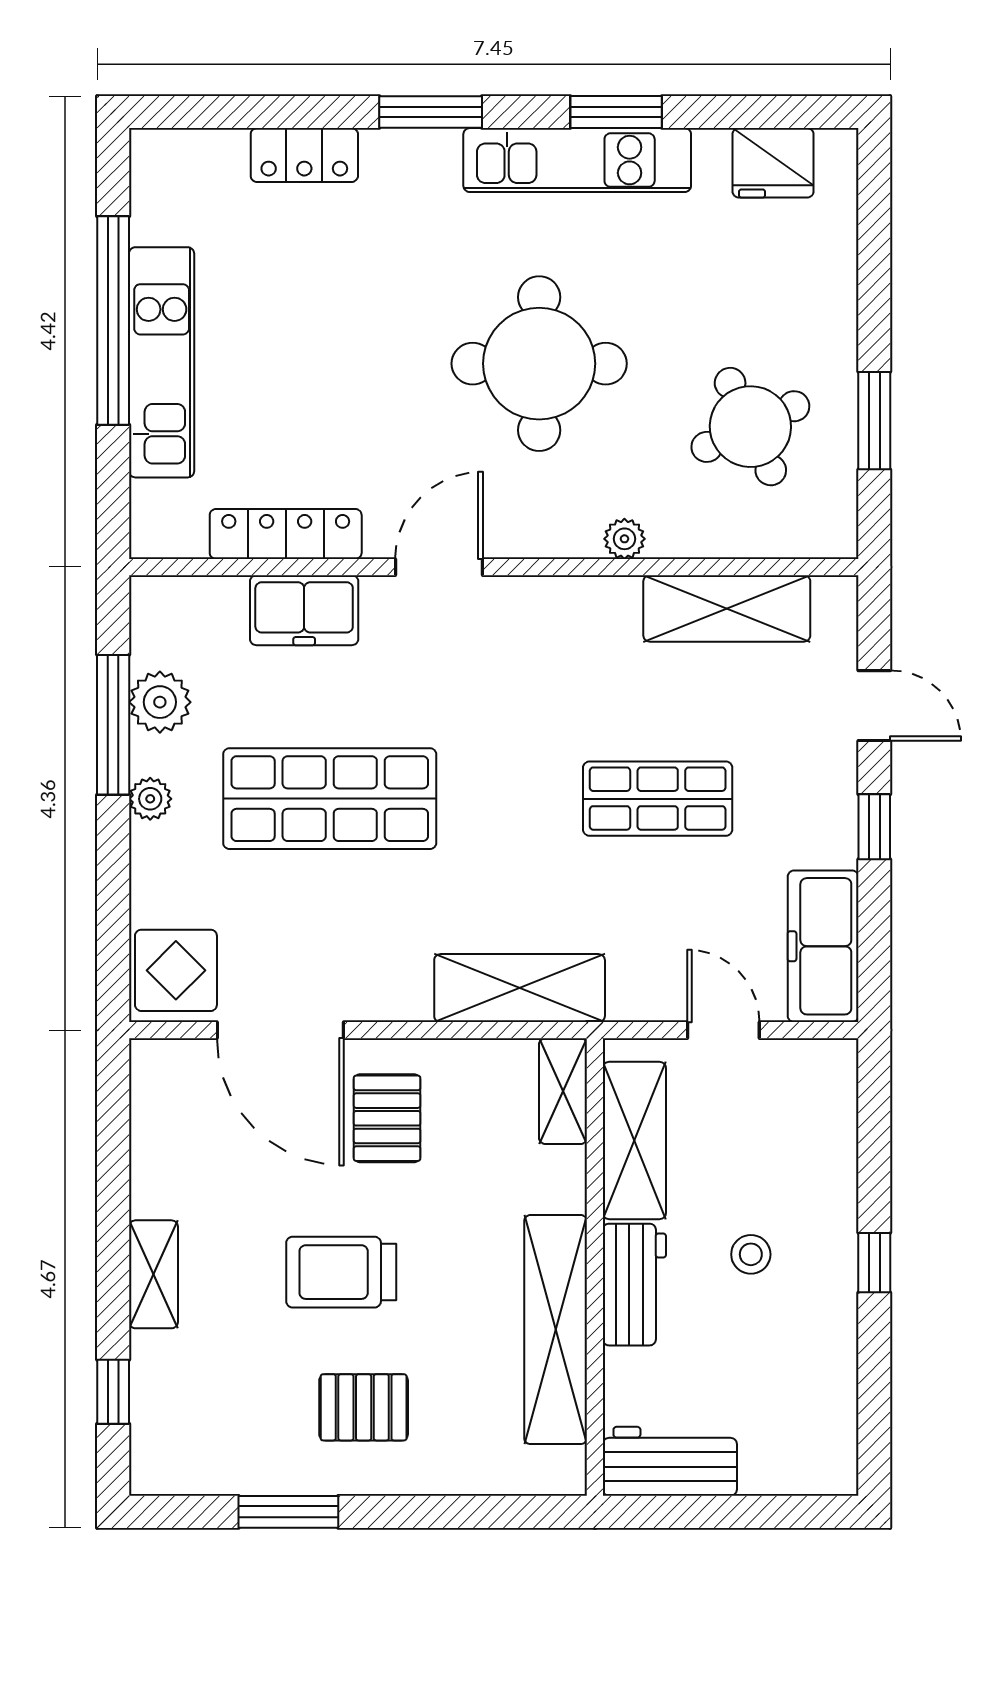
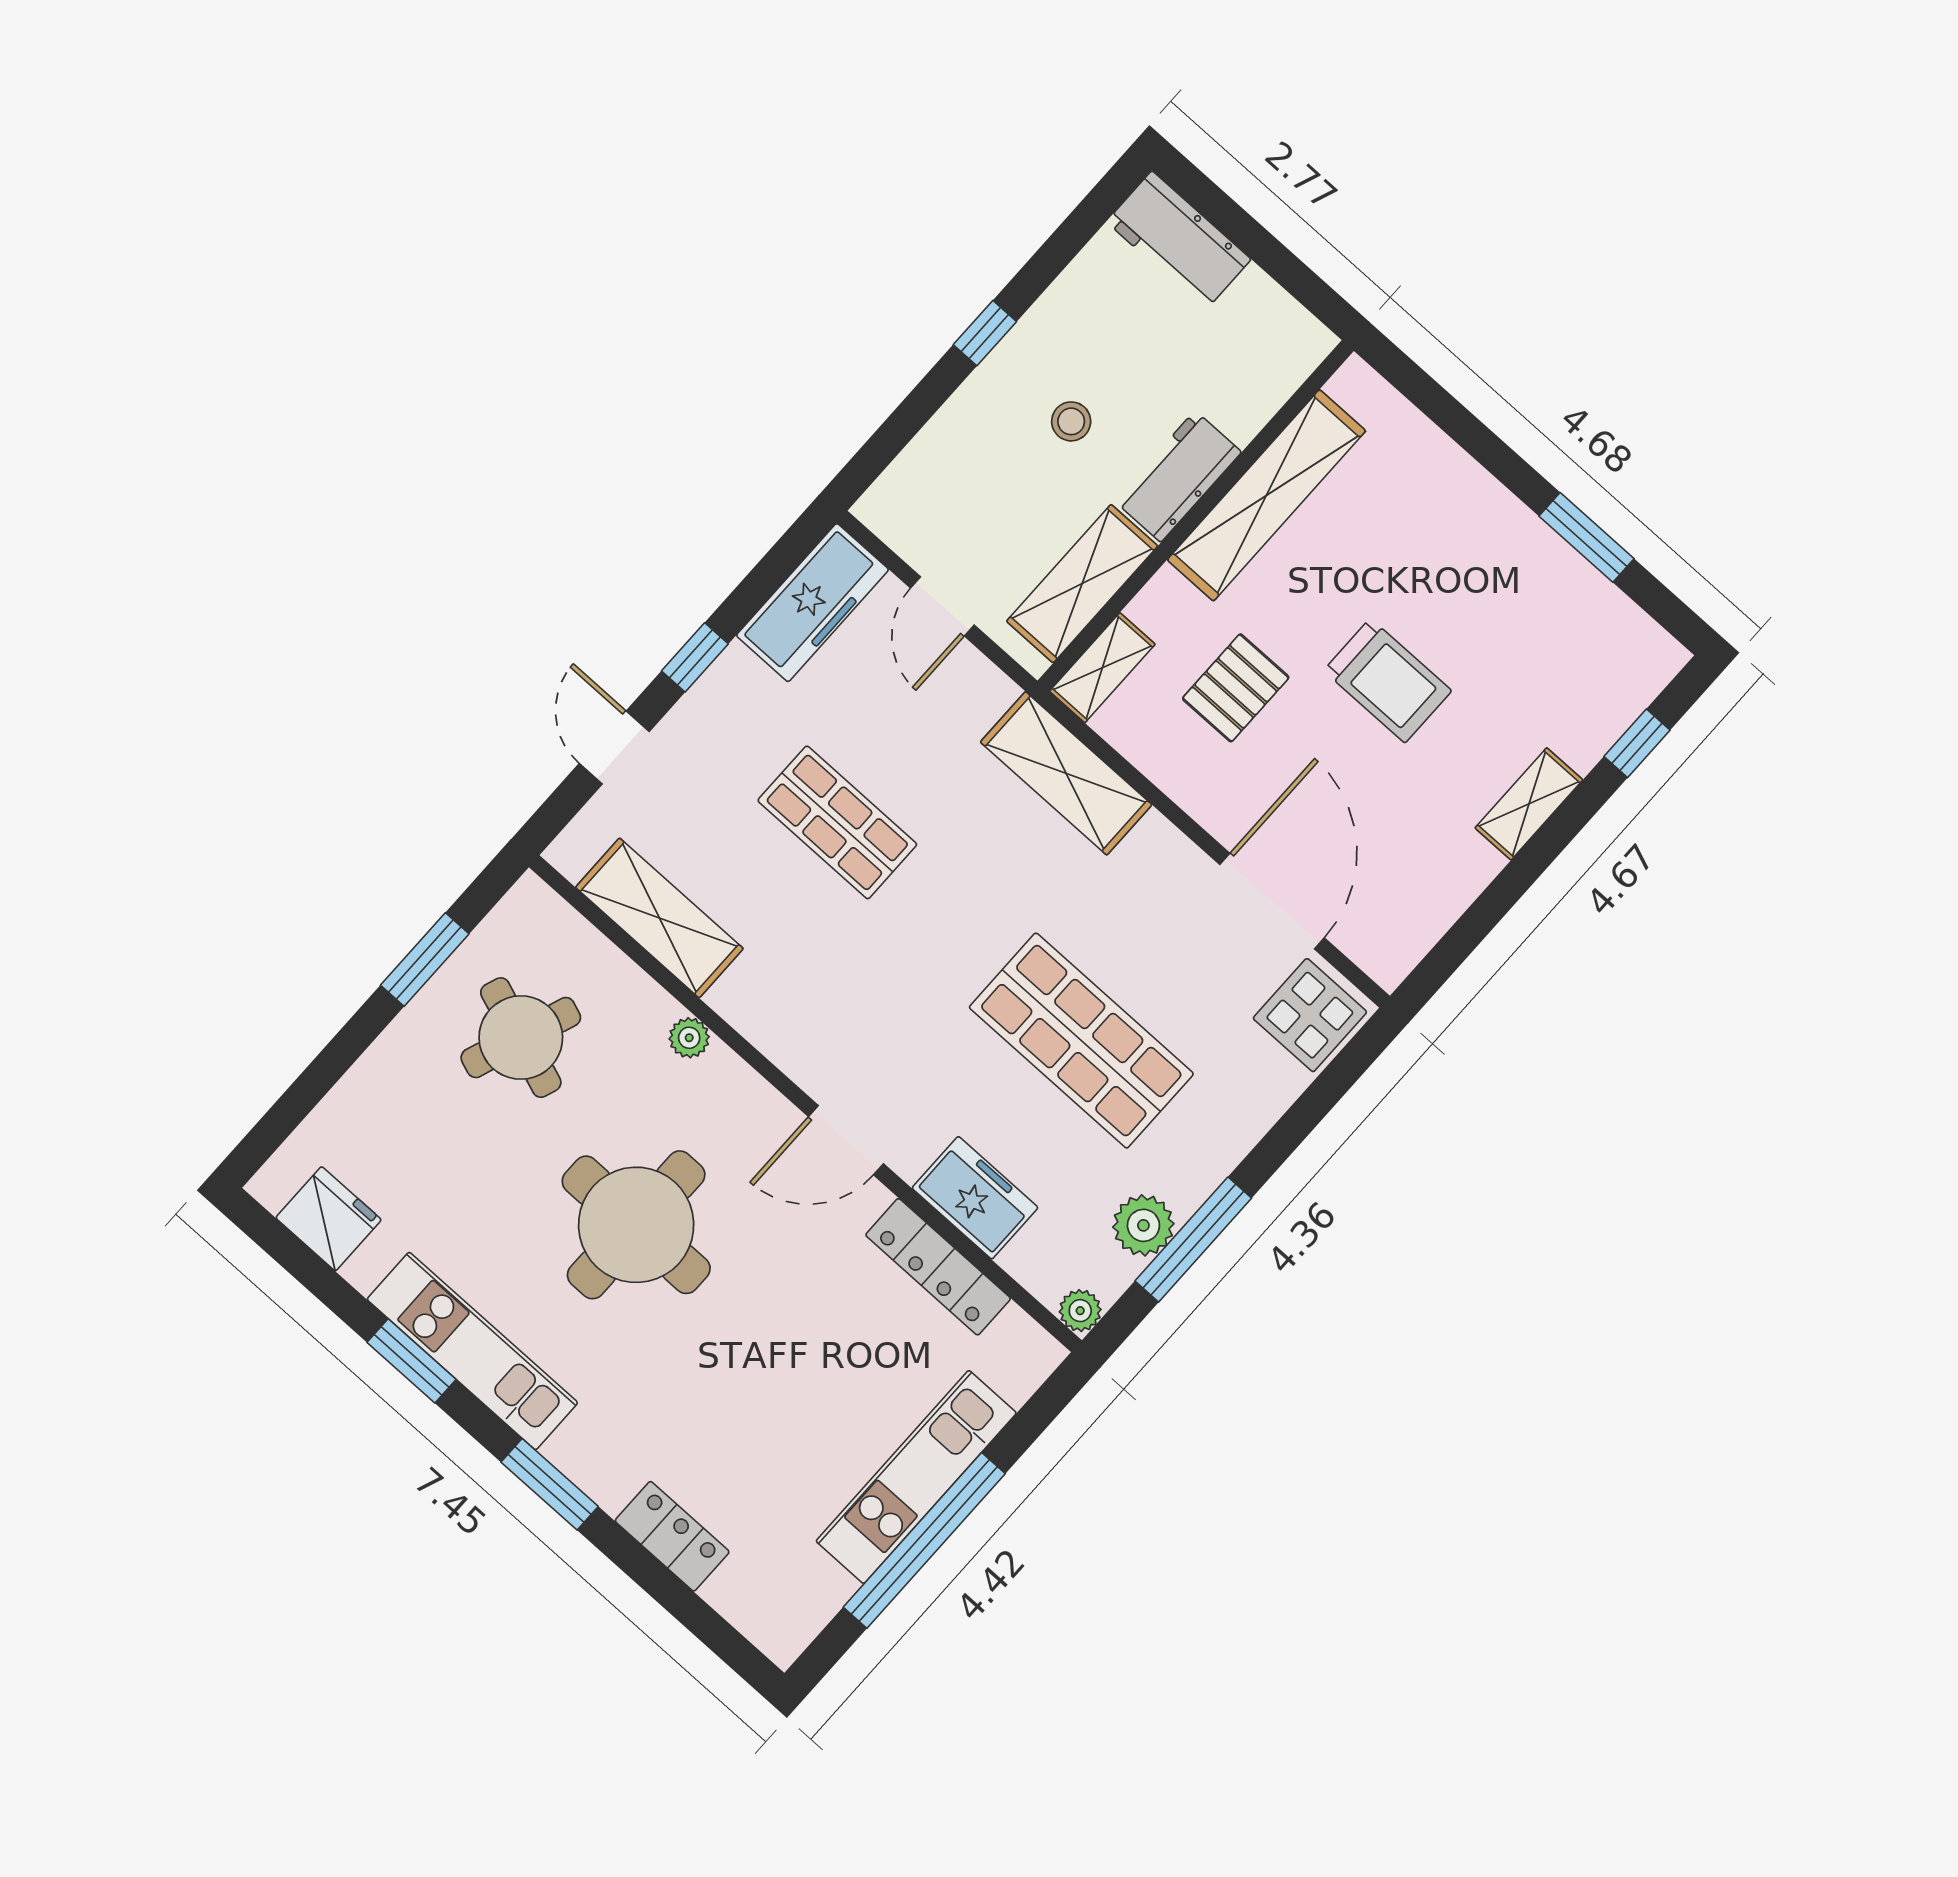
round table: (750, 427) -> (521, 1038), turned 45
plant: (150, 799) -> (1080, 1311), moved
pallet: (387, 1118) -> (1236, 688), moved
pallet: (364, 1407) -> (1461, 565), removed
workbench: (670, 1461) -> (1179, 241), moved

